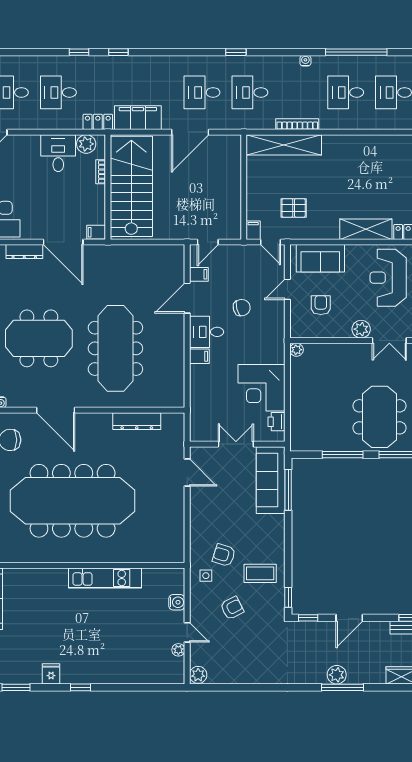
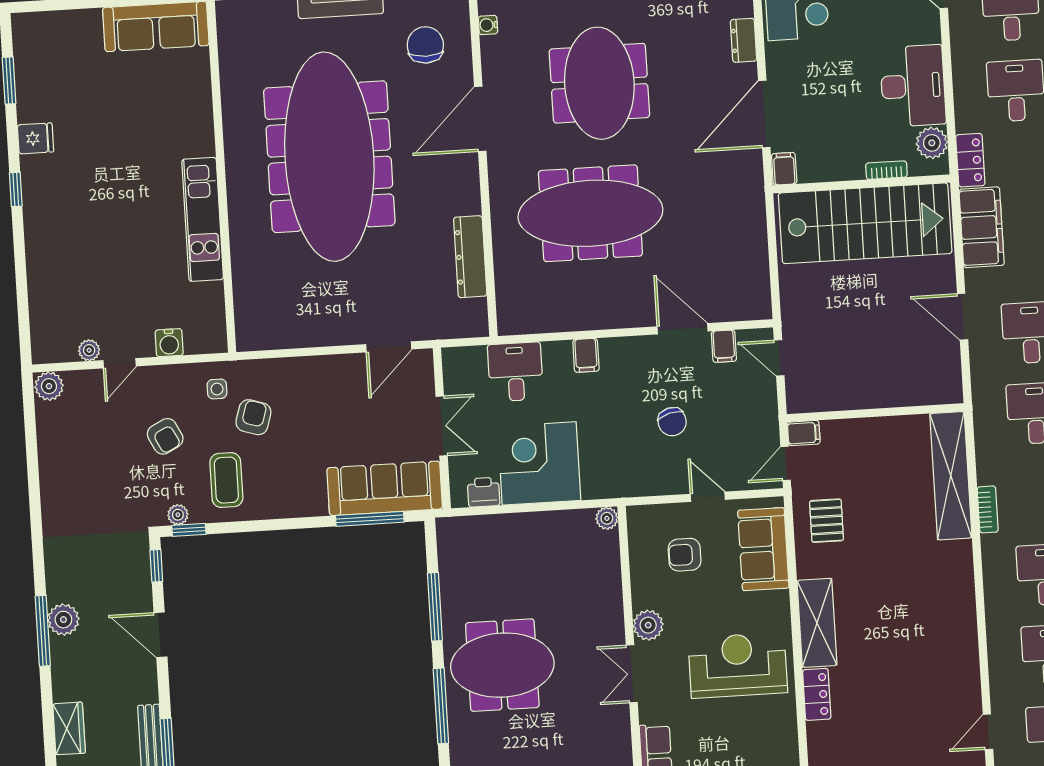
bookcase: (297, 124) -> (988, 509), width x0.64
door: (190, 132) -> (963, 317), width x0.73
desk: (58, 153) -> (913, 86), width x1.37
pallet: (294, 208) -> (827, 521), moved
dresser: (24, 252) -> (744, 40), width x0.70
armchair: (321, 305) -> (685, 555), turned 180
desk: (207, 332) -> (515, 372), moved
plant: (279, 603) -> (178, 515), added

